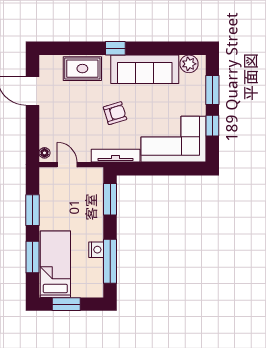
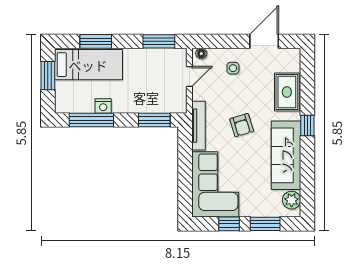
side table: (59, 122) -> (233, 68), added
window: (32, 210) -> (159, 41), moved

